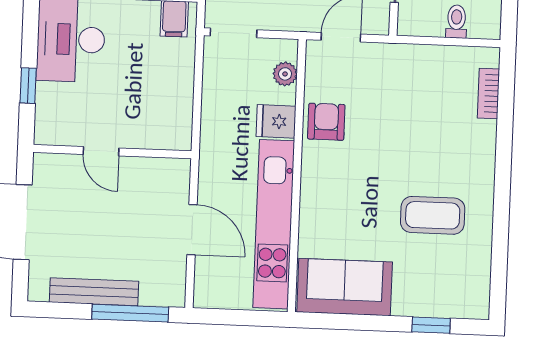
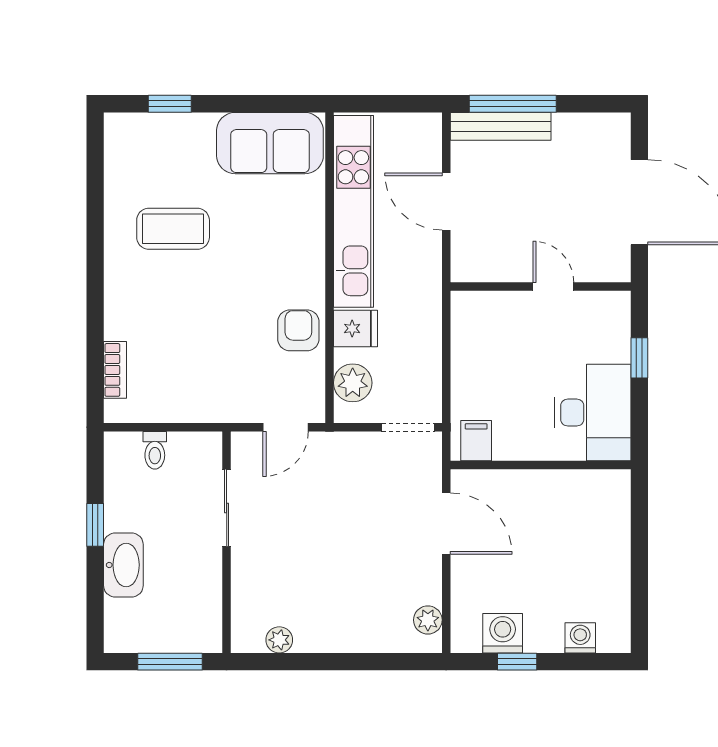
plant: (285, 74) -> (353, 383), width x1.38, depth x1.38
armchair: (326, 122) -> (298, 330), turned 180
bench: (94, 292) -> (501, 126), moved

